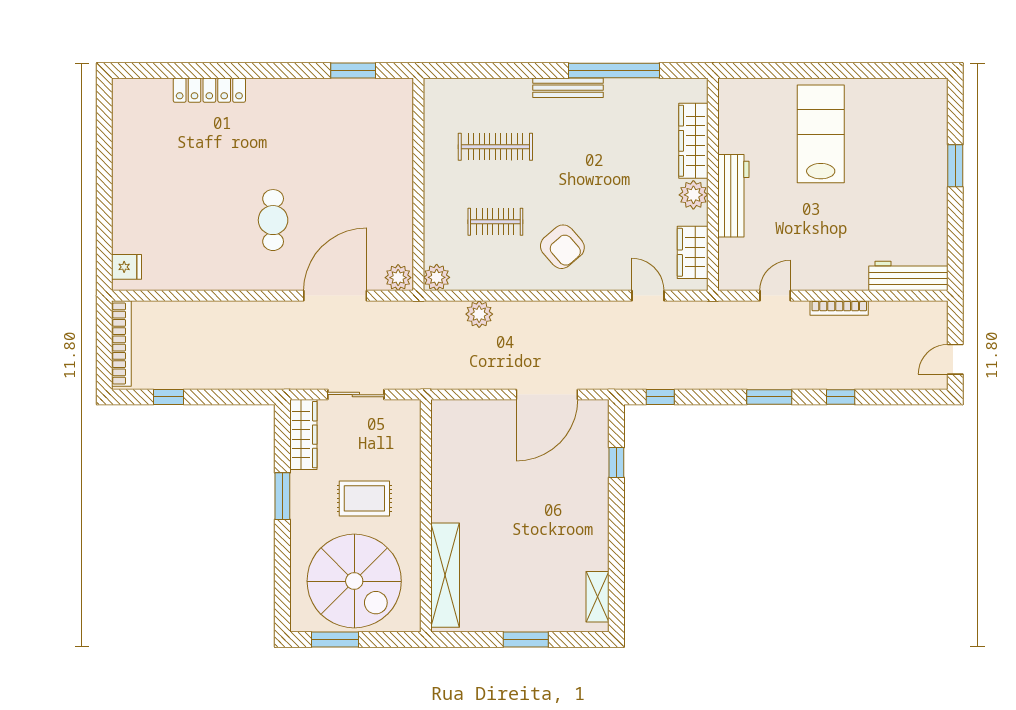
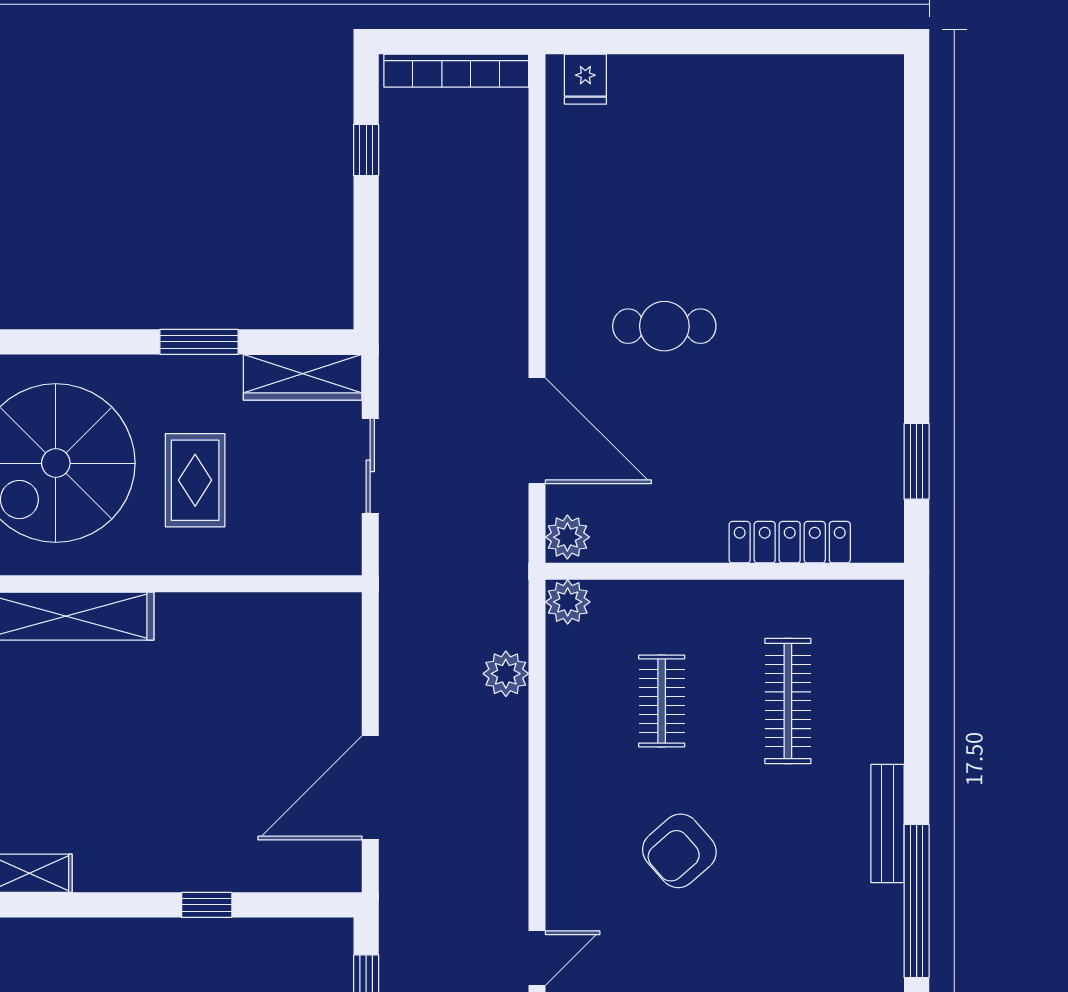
locker: (209, 90) -> (790, 542), moved, turned 90
armchair: (562, 247) -> (679, 851), moved
door: (547, 395) -> (370, 788), hinge flipped
window: (616, 463) -> (207, 905), moved

